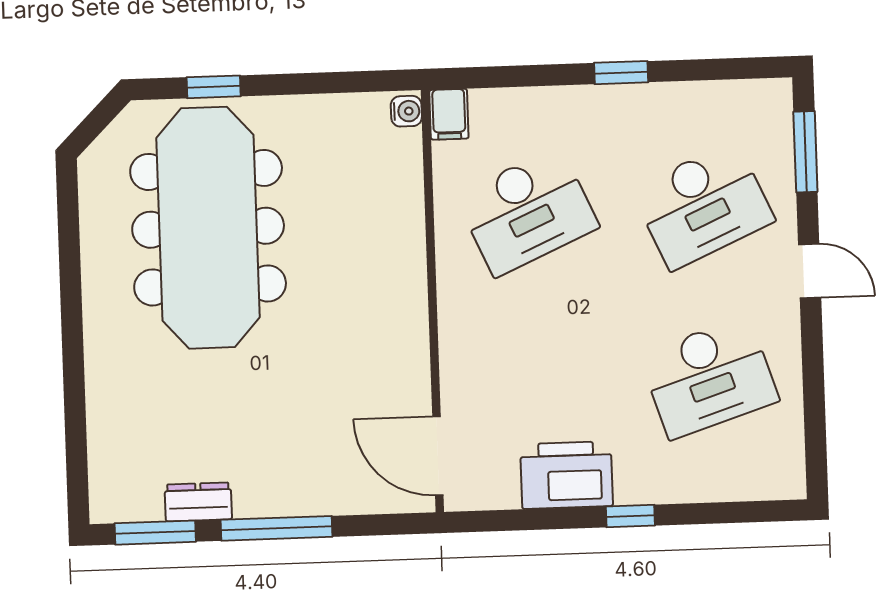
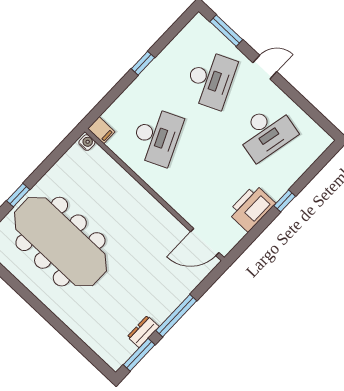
desk: (709, 378) -> (266, 132), turned 30

